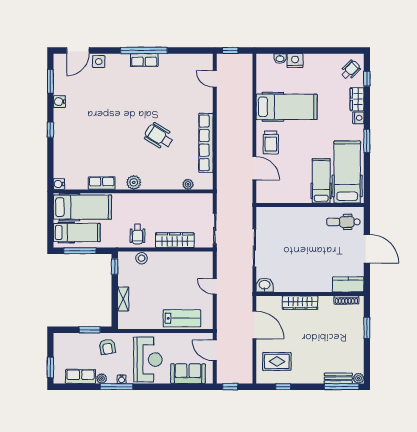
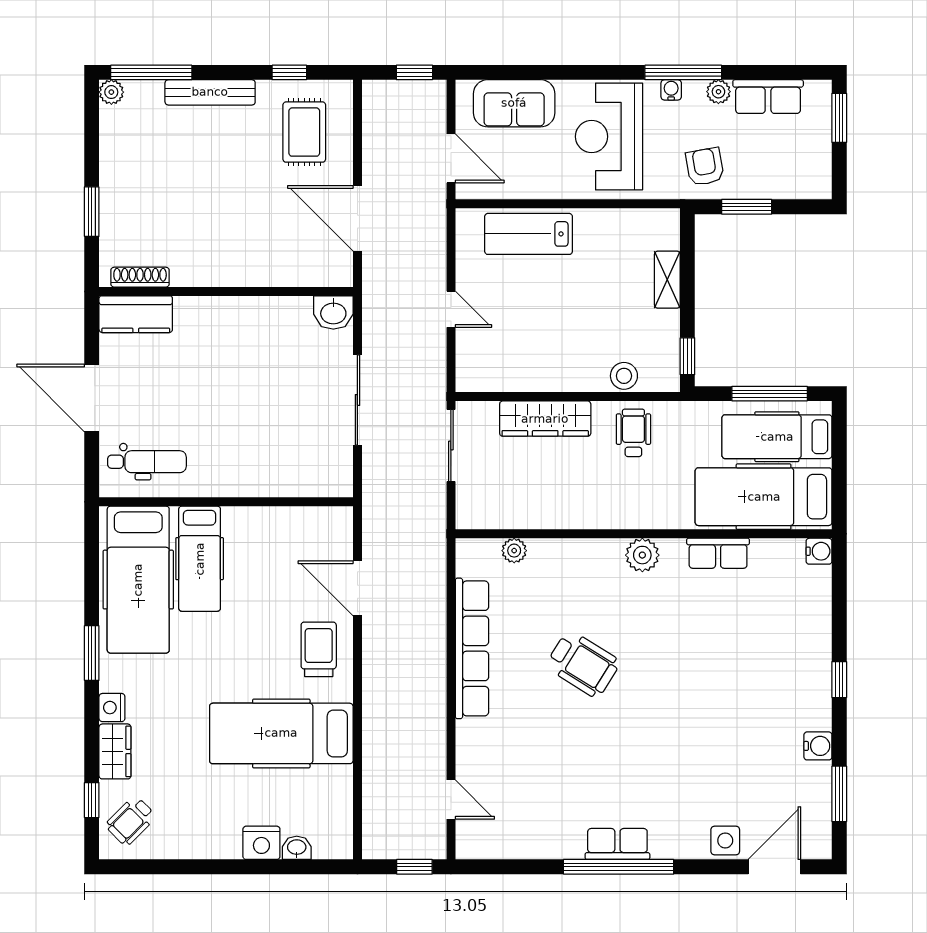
wardrobe: (300, 303) -> (249, 271), removed
rug: (277, 361) -> (304, 132), turned 90
bench: (338, 378) -> (210, 92), moved, width x1.36

